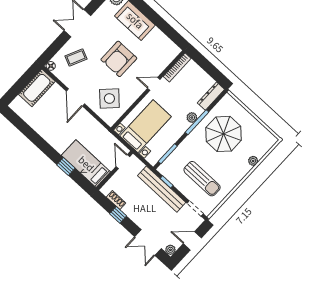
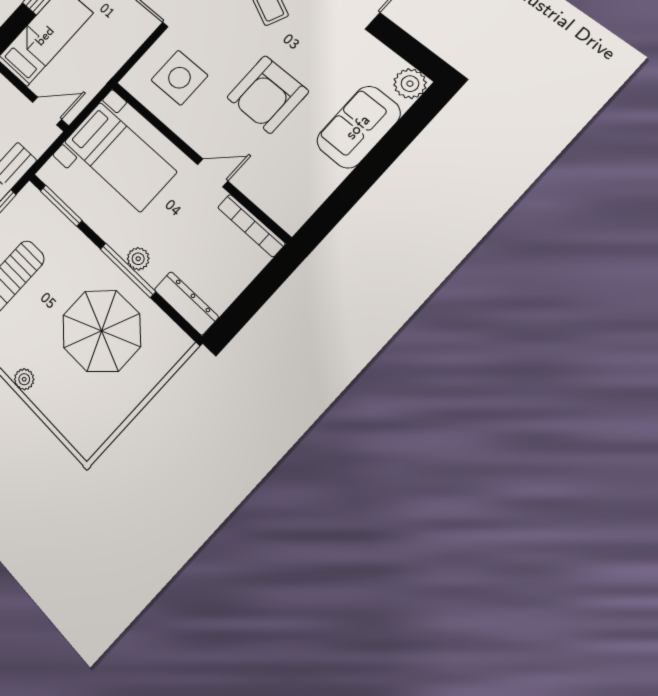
armchair: (119, 59) -> (268, 94), turned -90
door: (154, 84) -> (213, 173), hinge flipped
side table: (109, 99) -> (179, 78), turned 45
plant: (253, 161) -> (24, 379), moved

